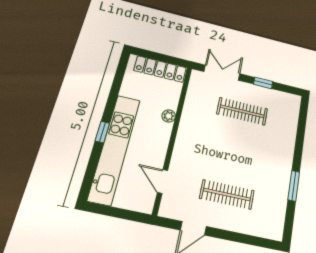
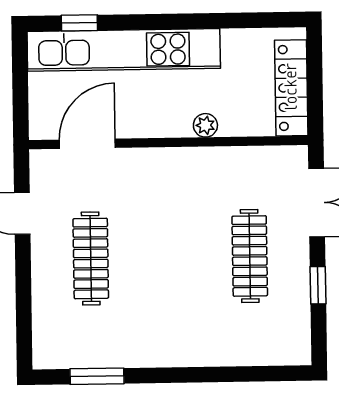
window: (102, 132) -> (79, 23), moved
door: (162, 181) -> (87, 144), width x1.38
window: (294, 186) -> (97, 376), moved

